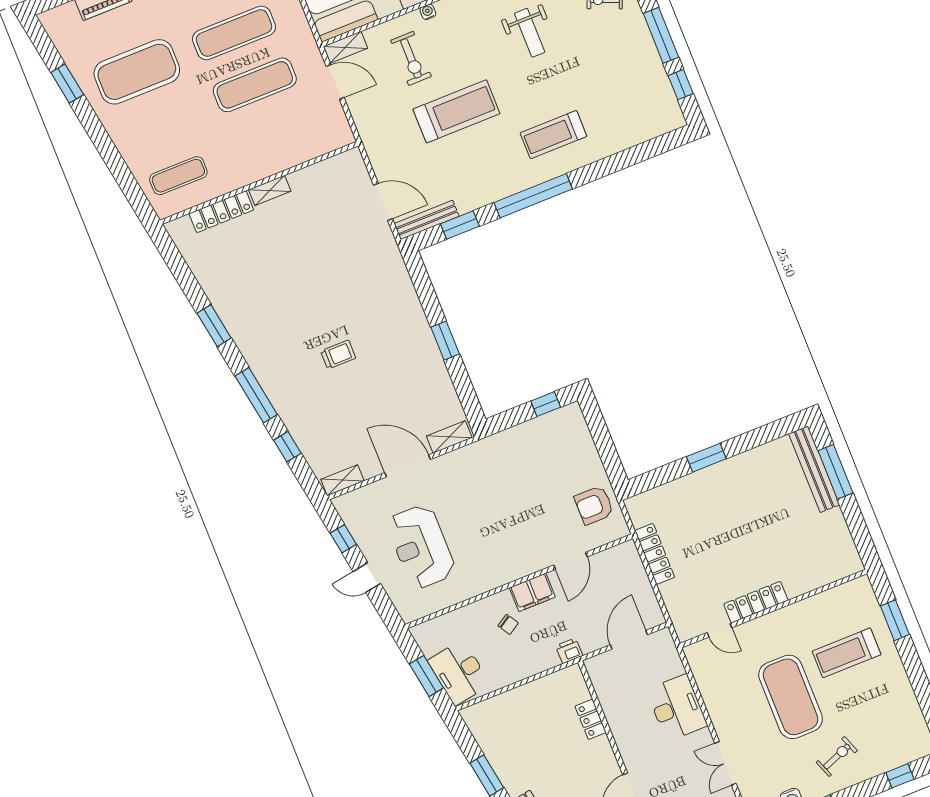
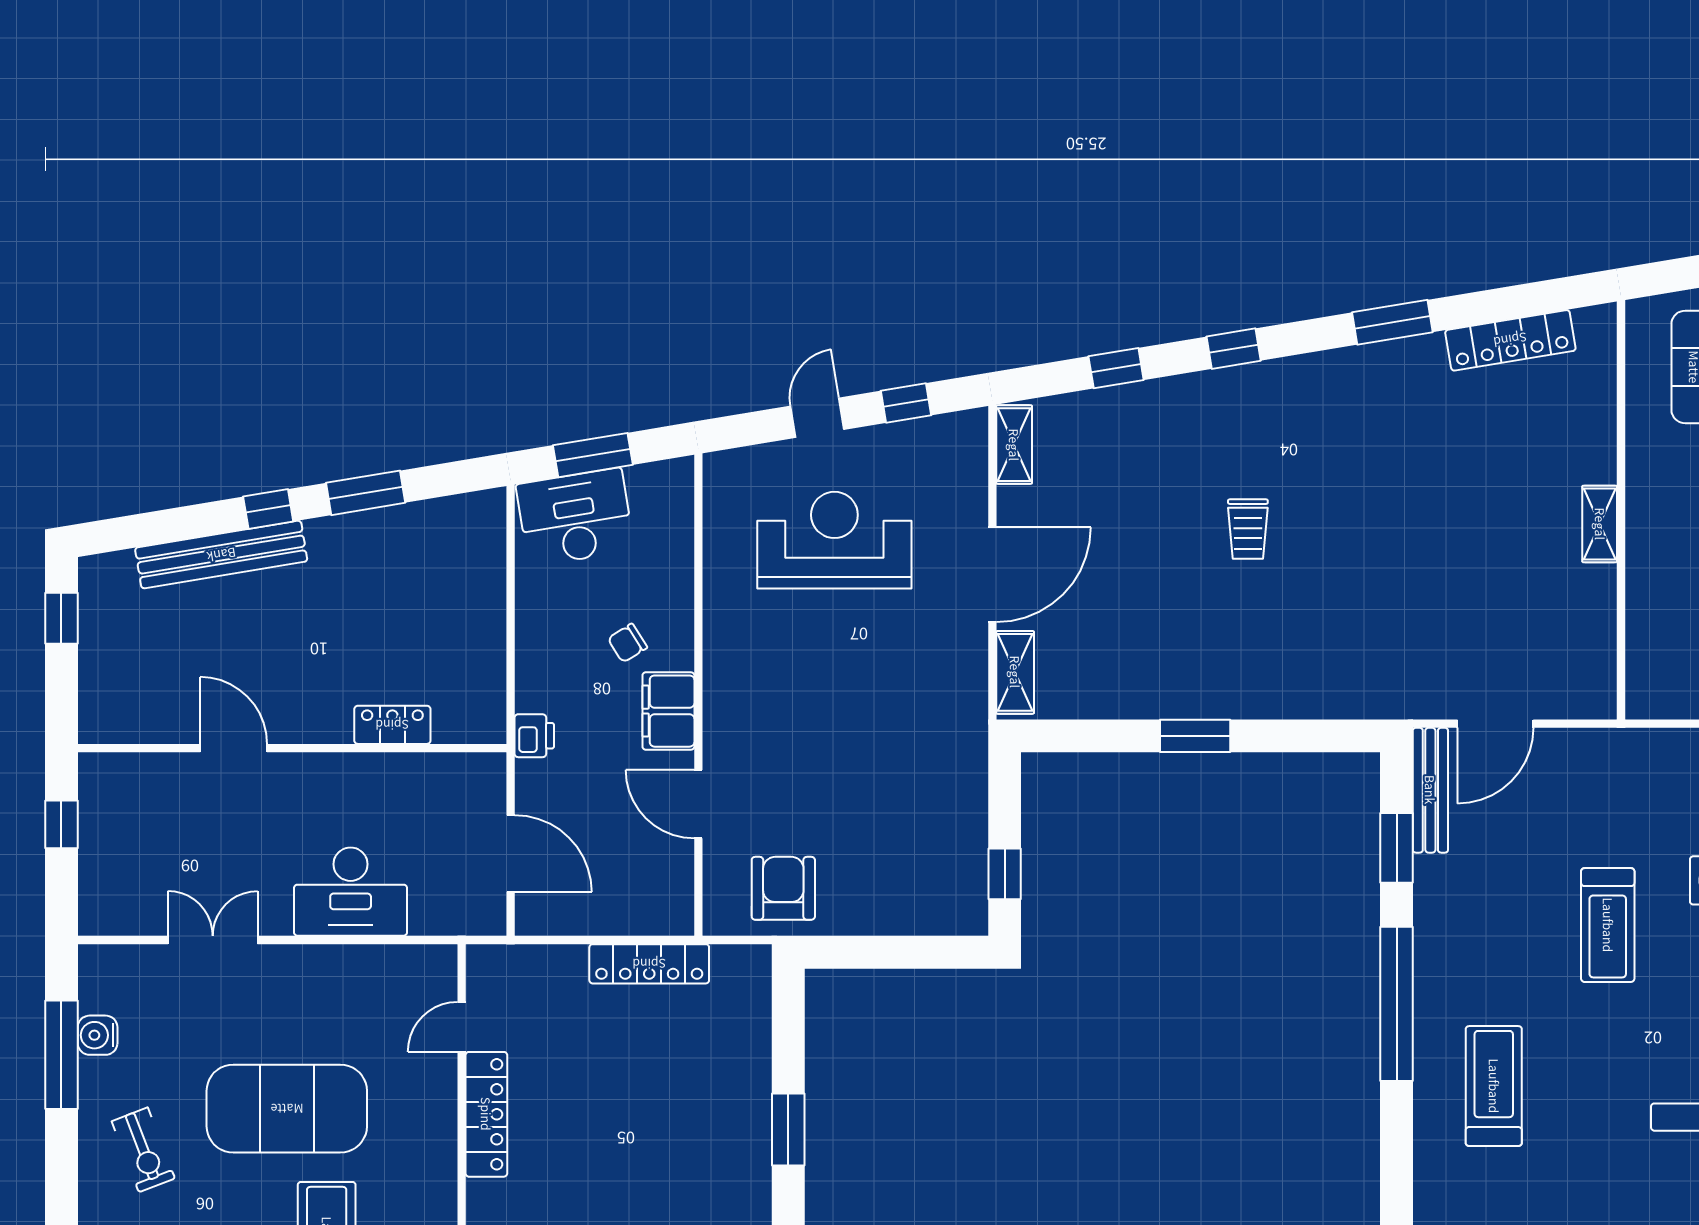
treadmill: (456, 111) -> (1608, 925), width x0.73, depth x0.73
locker: (221, 212) -> (1510, 340), moved, turned -99
window: (256, 395) -> (1234, 349), width x0.46

